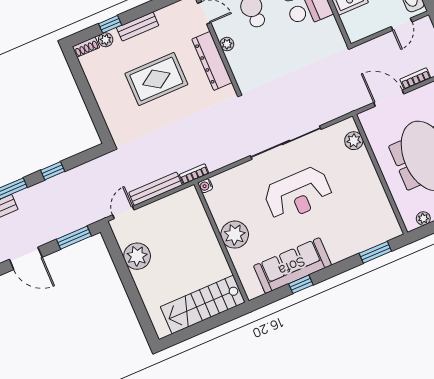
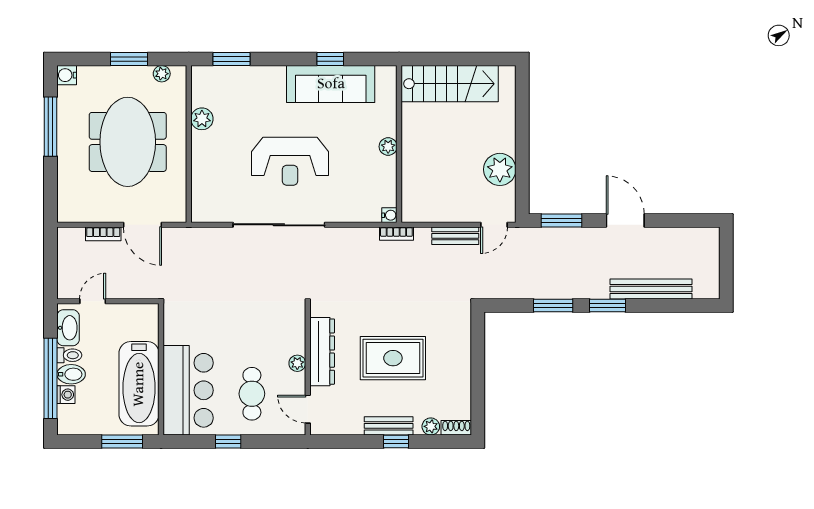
window: (110, 24) -> (396, 442), moved
plant: (354, 141) -> (202, 119), moved
window: (53, 171) -> (553, 306), width x1.50
bench: (155, 189) -> (455, 236), width x0.73
reception desk: (298, 194) -> (290, 161), turned 180
plant: (235, 235) -> (388, 147), width x0.53, depth x0.53

